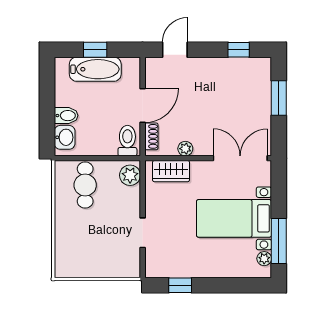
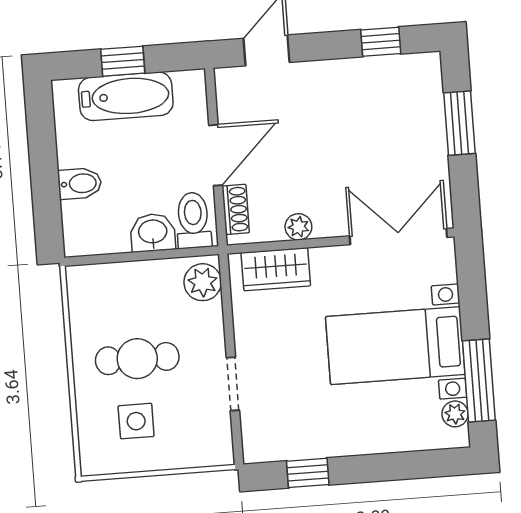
washbasin: (65, 137) -> (153, 233), moved, turned -90
cafe table: (85, 185) -> (137, 359), moved, turned 90
side table: (87, 249) -> (136, 421), added

